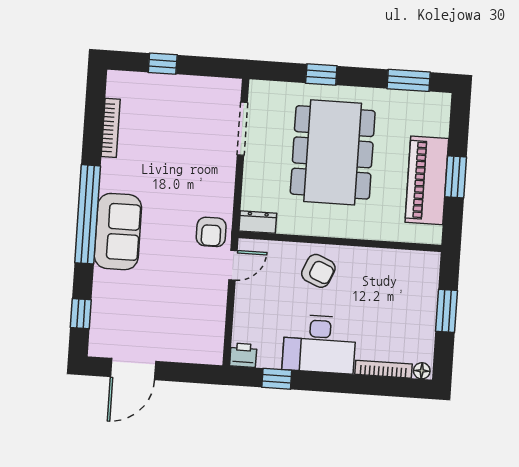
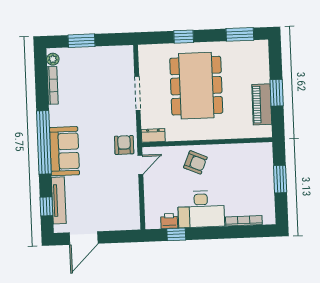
window: (163, 64) -> (81, 41), width x1.50
plant: (115, 87) -> (53, 59), added
doorway: (242, 129) -> (137, 94), moved
piano: (427, 180) -> (262, 104), width x0.73, depth x0.75
armchair: (211, 232) -> (124, 145), turned 180
tv unit: (101, 307) -> (59, 200), added
printer: (243, 355) -> (169, 221), moved
floor lamp: (422, 371) -> (268, 219), removed

